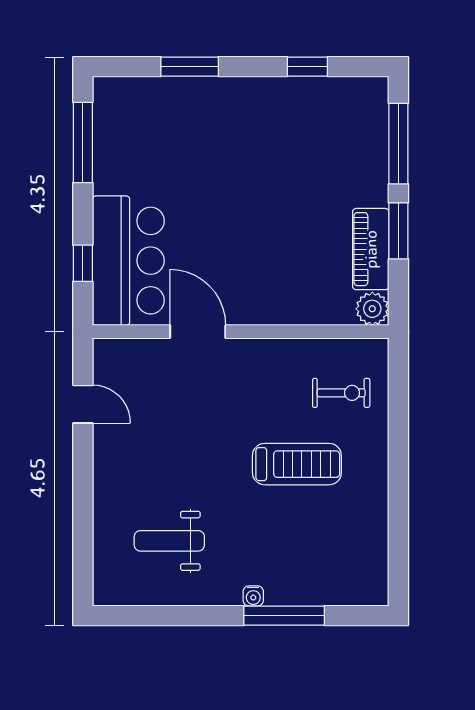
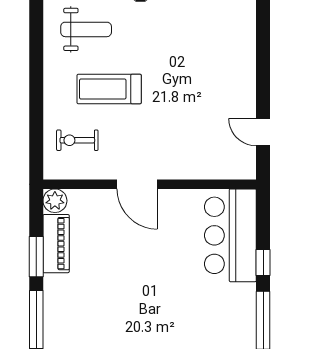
window: (83, 263) -> (263, 262), moved
door: (198, 332) -> (137, 184), moved
weight bench: (169, 541) -> (86, 29), moved

